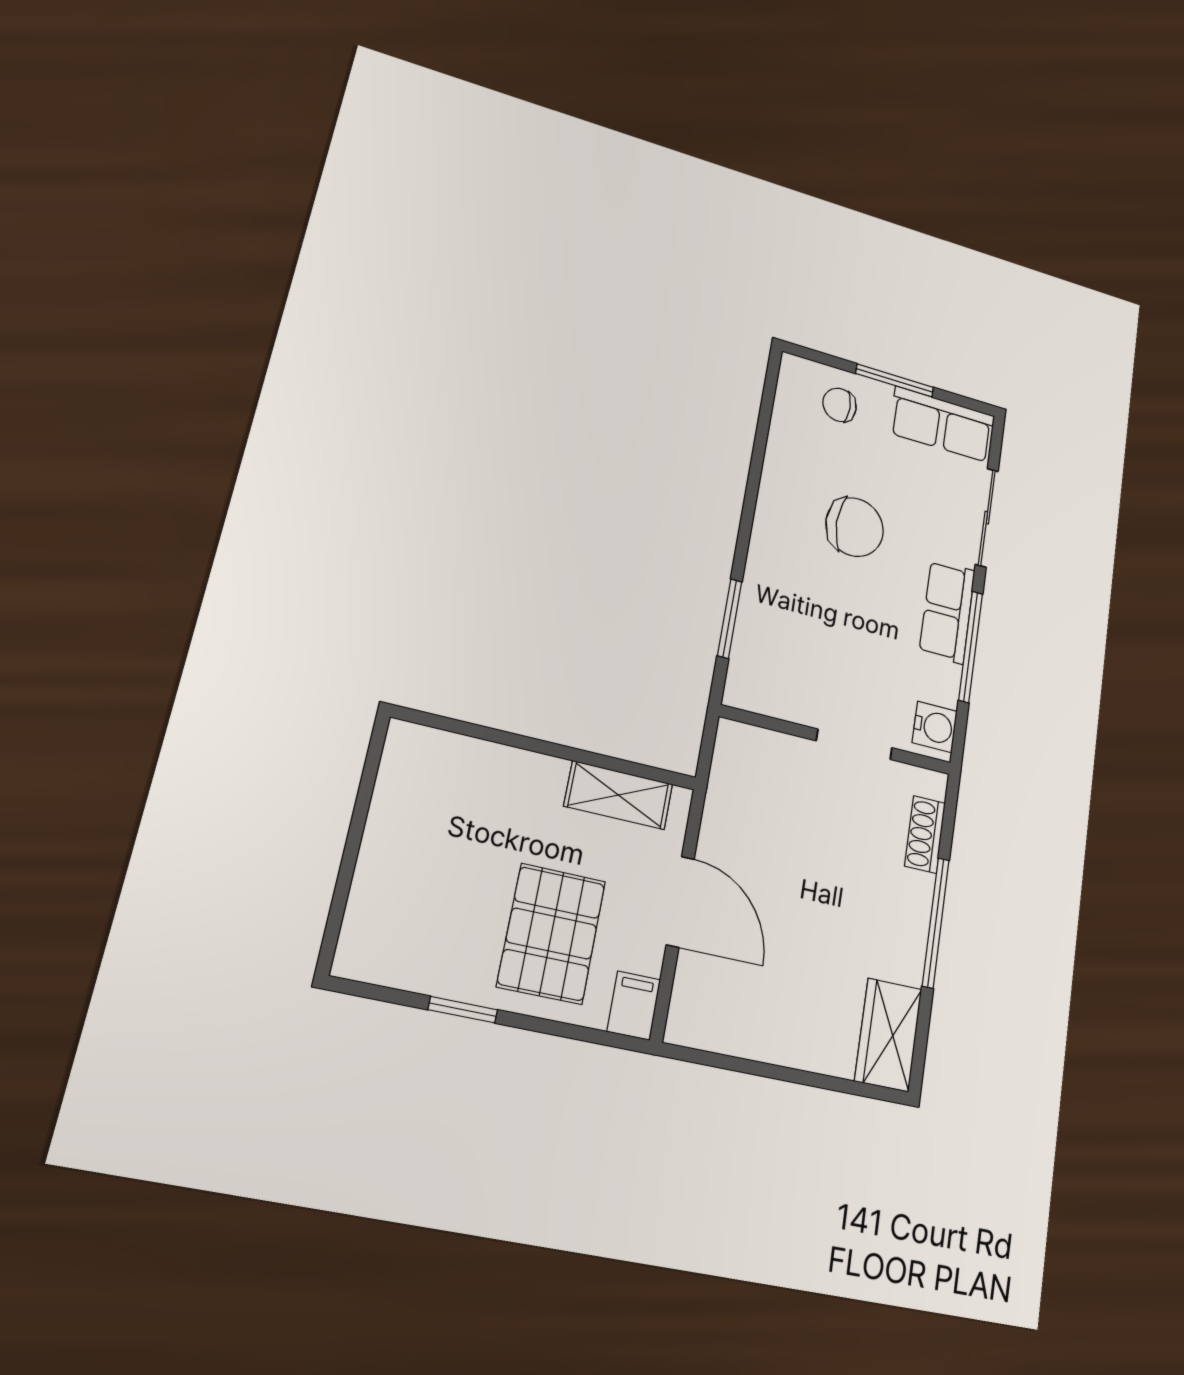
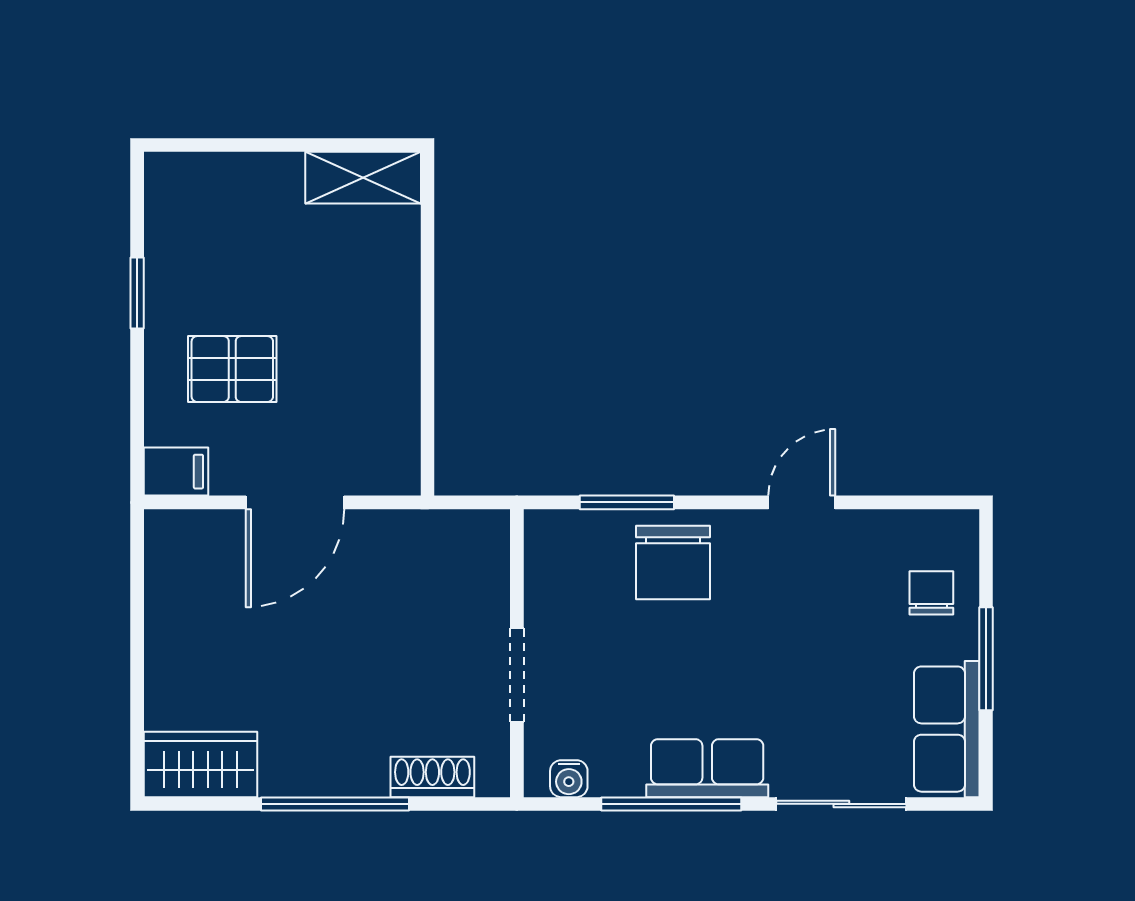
door: (754, 481) -> (802, 502), added
chair: (855, 527) -> (673, 562), moved
water cooler: (935, 727) -> (569, 779), width x0.72, depth x0.72
shelving: (618, 795) -> (363, 178), moved, turned 90
pallet: (551, 934) -> (232, 369), width x0.67, depth x0.71

